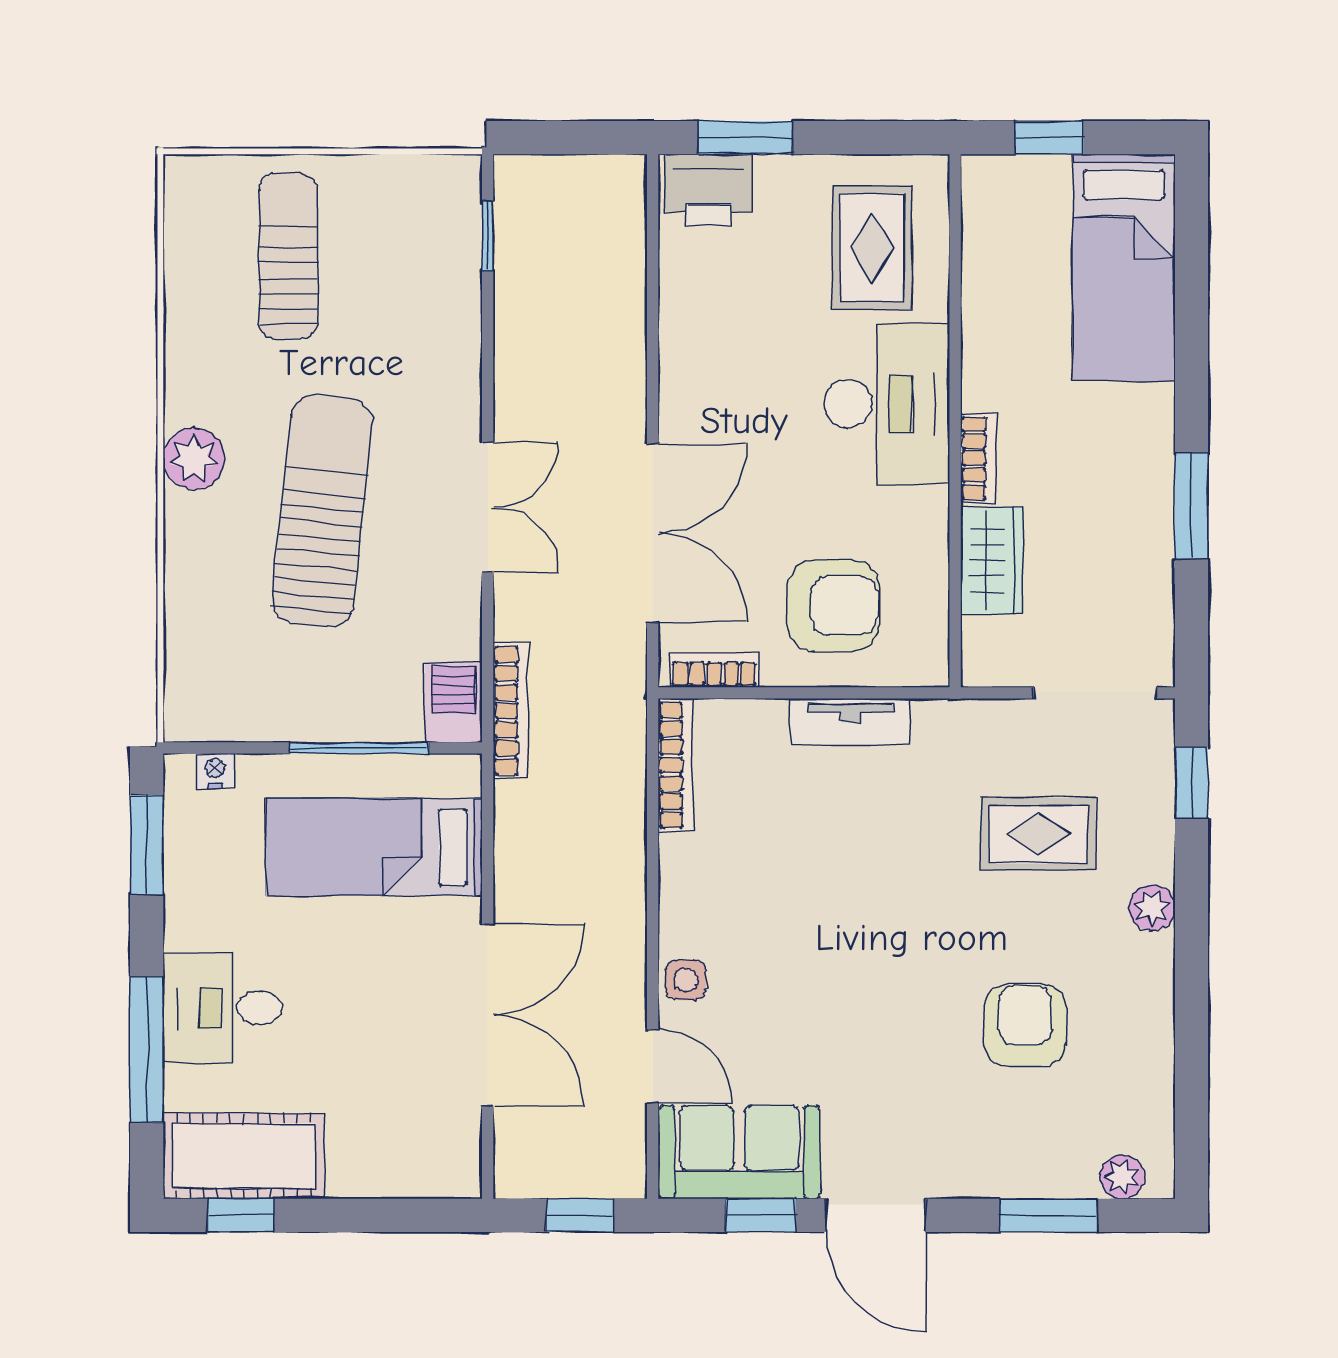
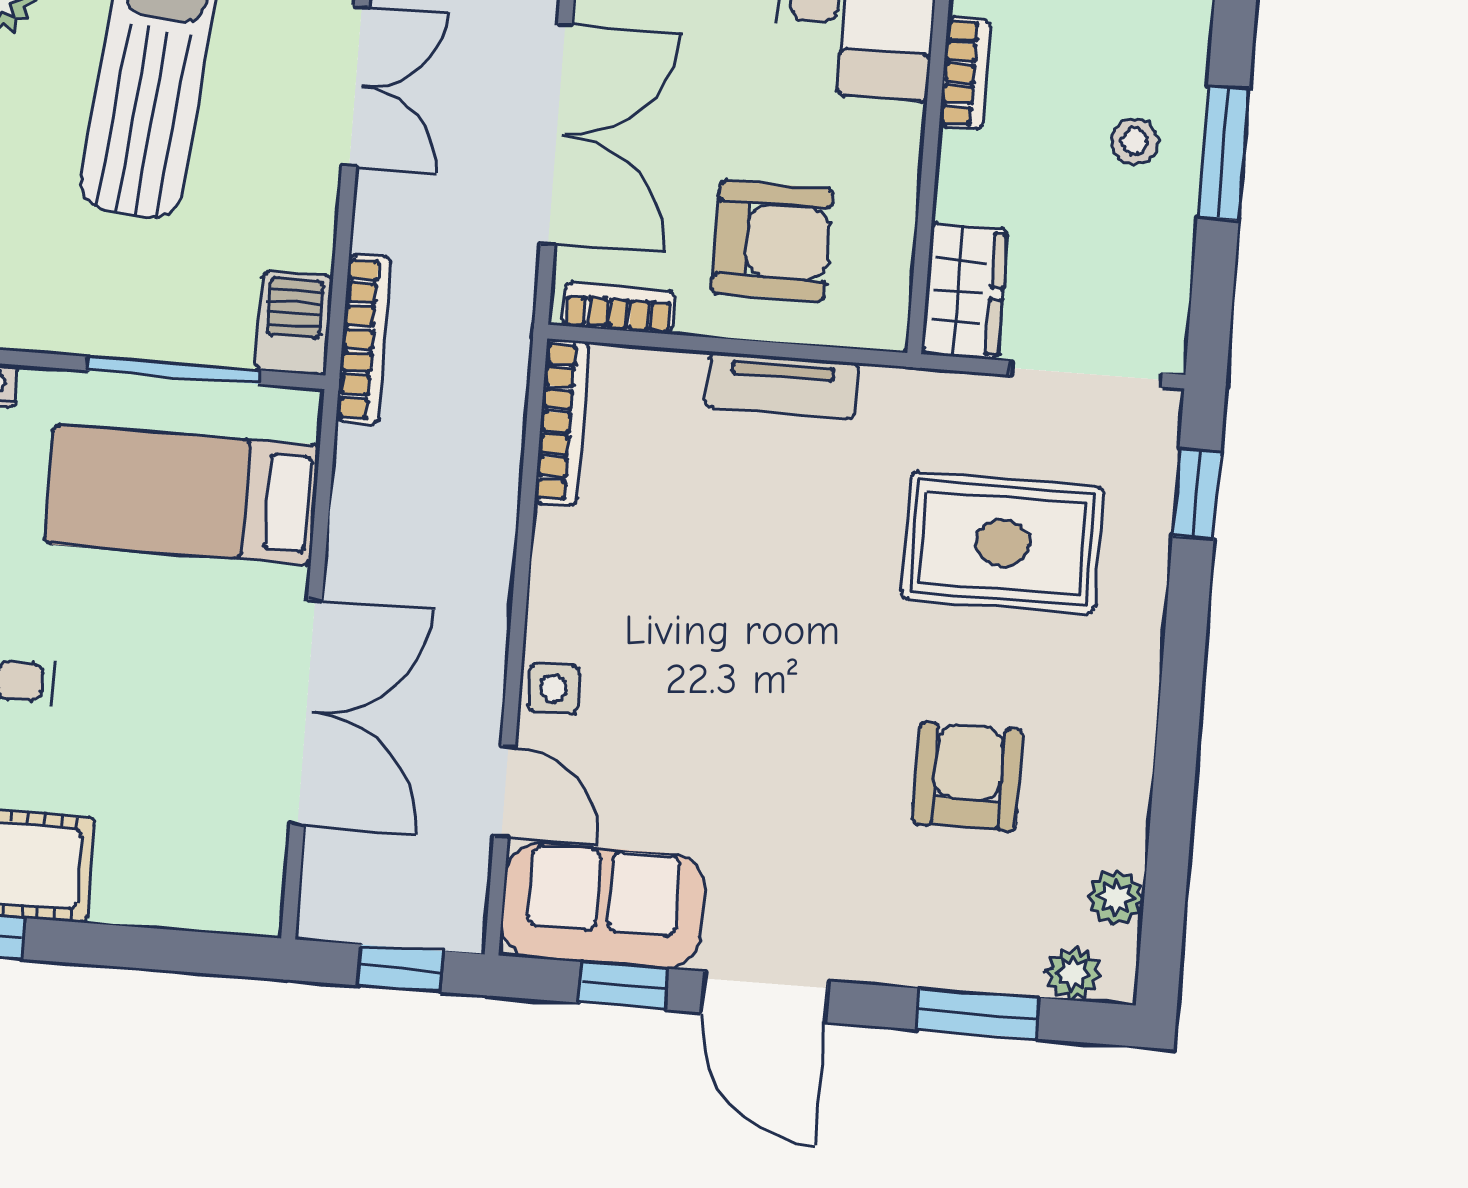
stool: (1119, 503) -> (1134, 142), added
wardrobe: (992, 560) -> (964, 291), moved
rug: (1038, 834) -> (1003, 543), width x1.36, depth x1.43
plant: (1152, 908) -> (1116, 898), moved

